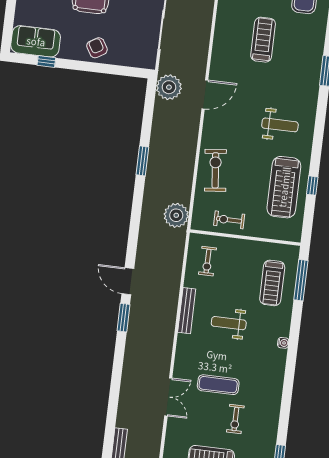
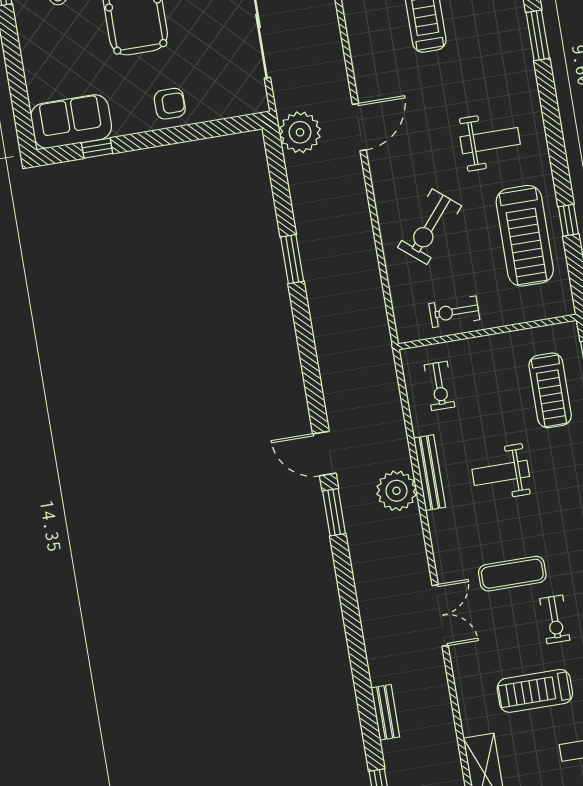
armchair: (97, 48) -> (170, 104), turned 121
exercise bike: (215, 170) -> (430, 227), moved, turned -134
plant: (176, 215) -> (397, 491), moved

